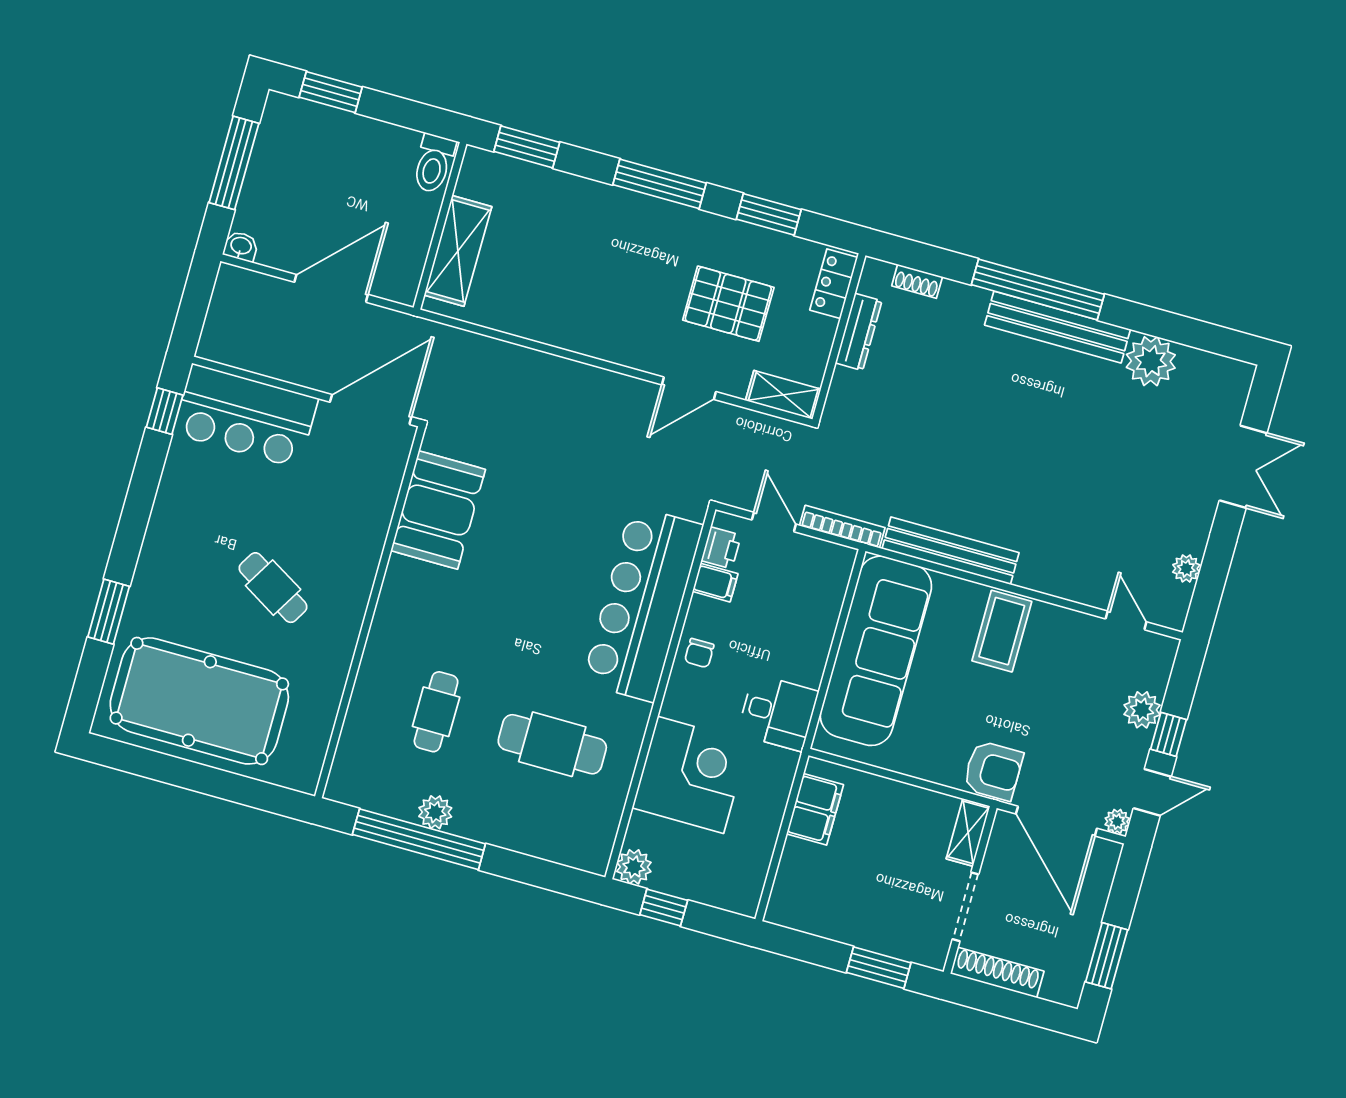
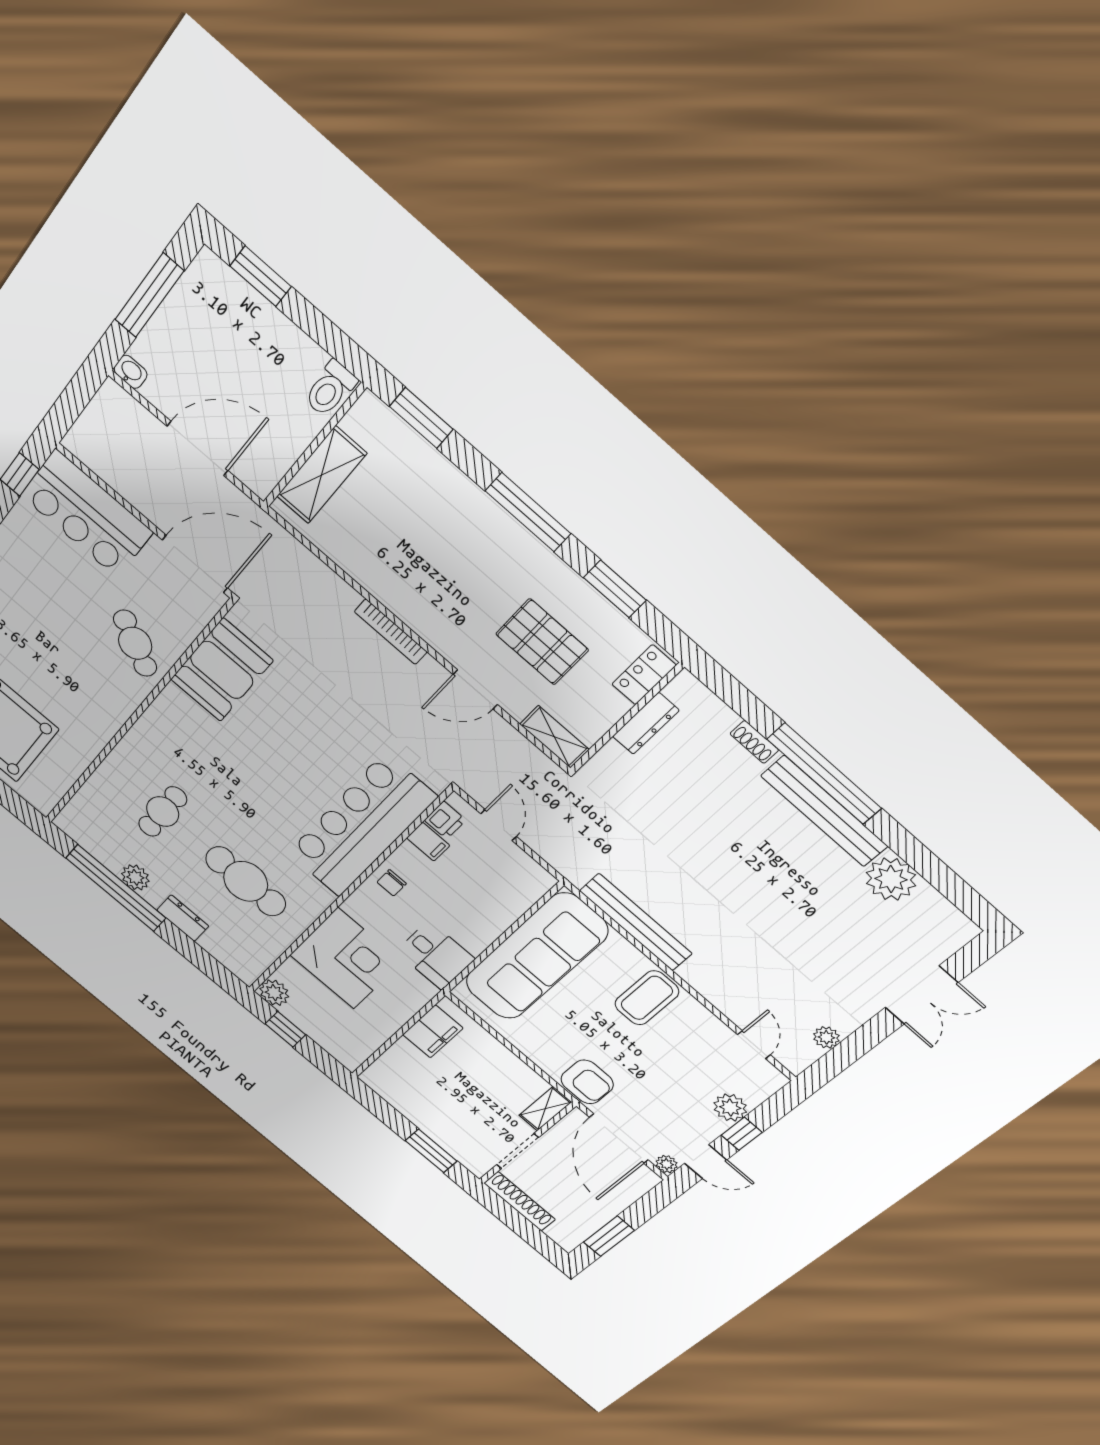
shoe rack: (917, 281) -> (754, 742), moved
bookcase: (842, 527) -> (391, 632), moved, turned 180
cafe table: (273, 588) -> (135, 643), moved
dresser: (503, 833) -> (183, 918), added

